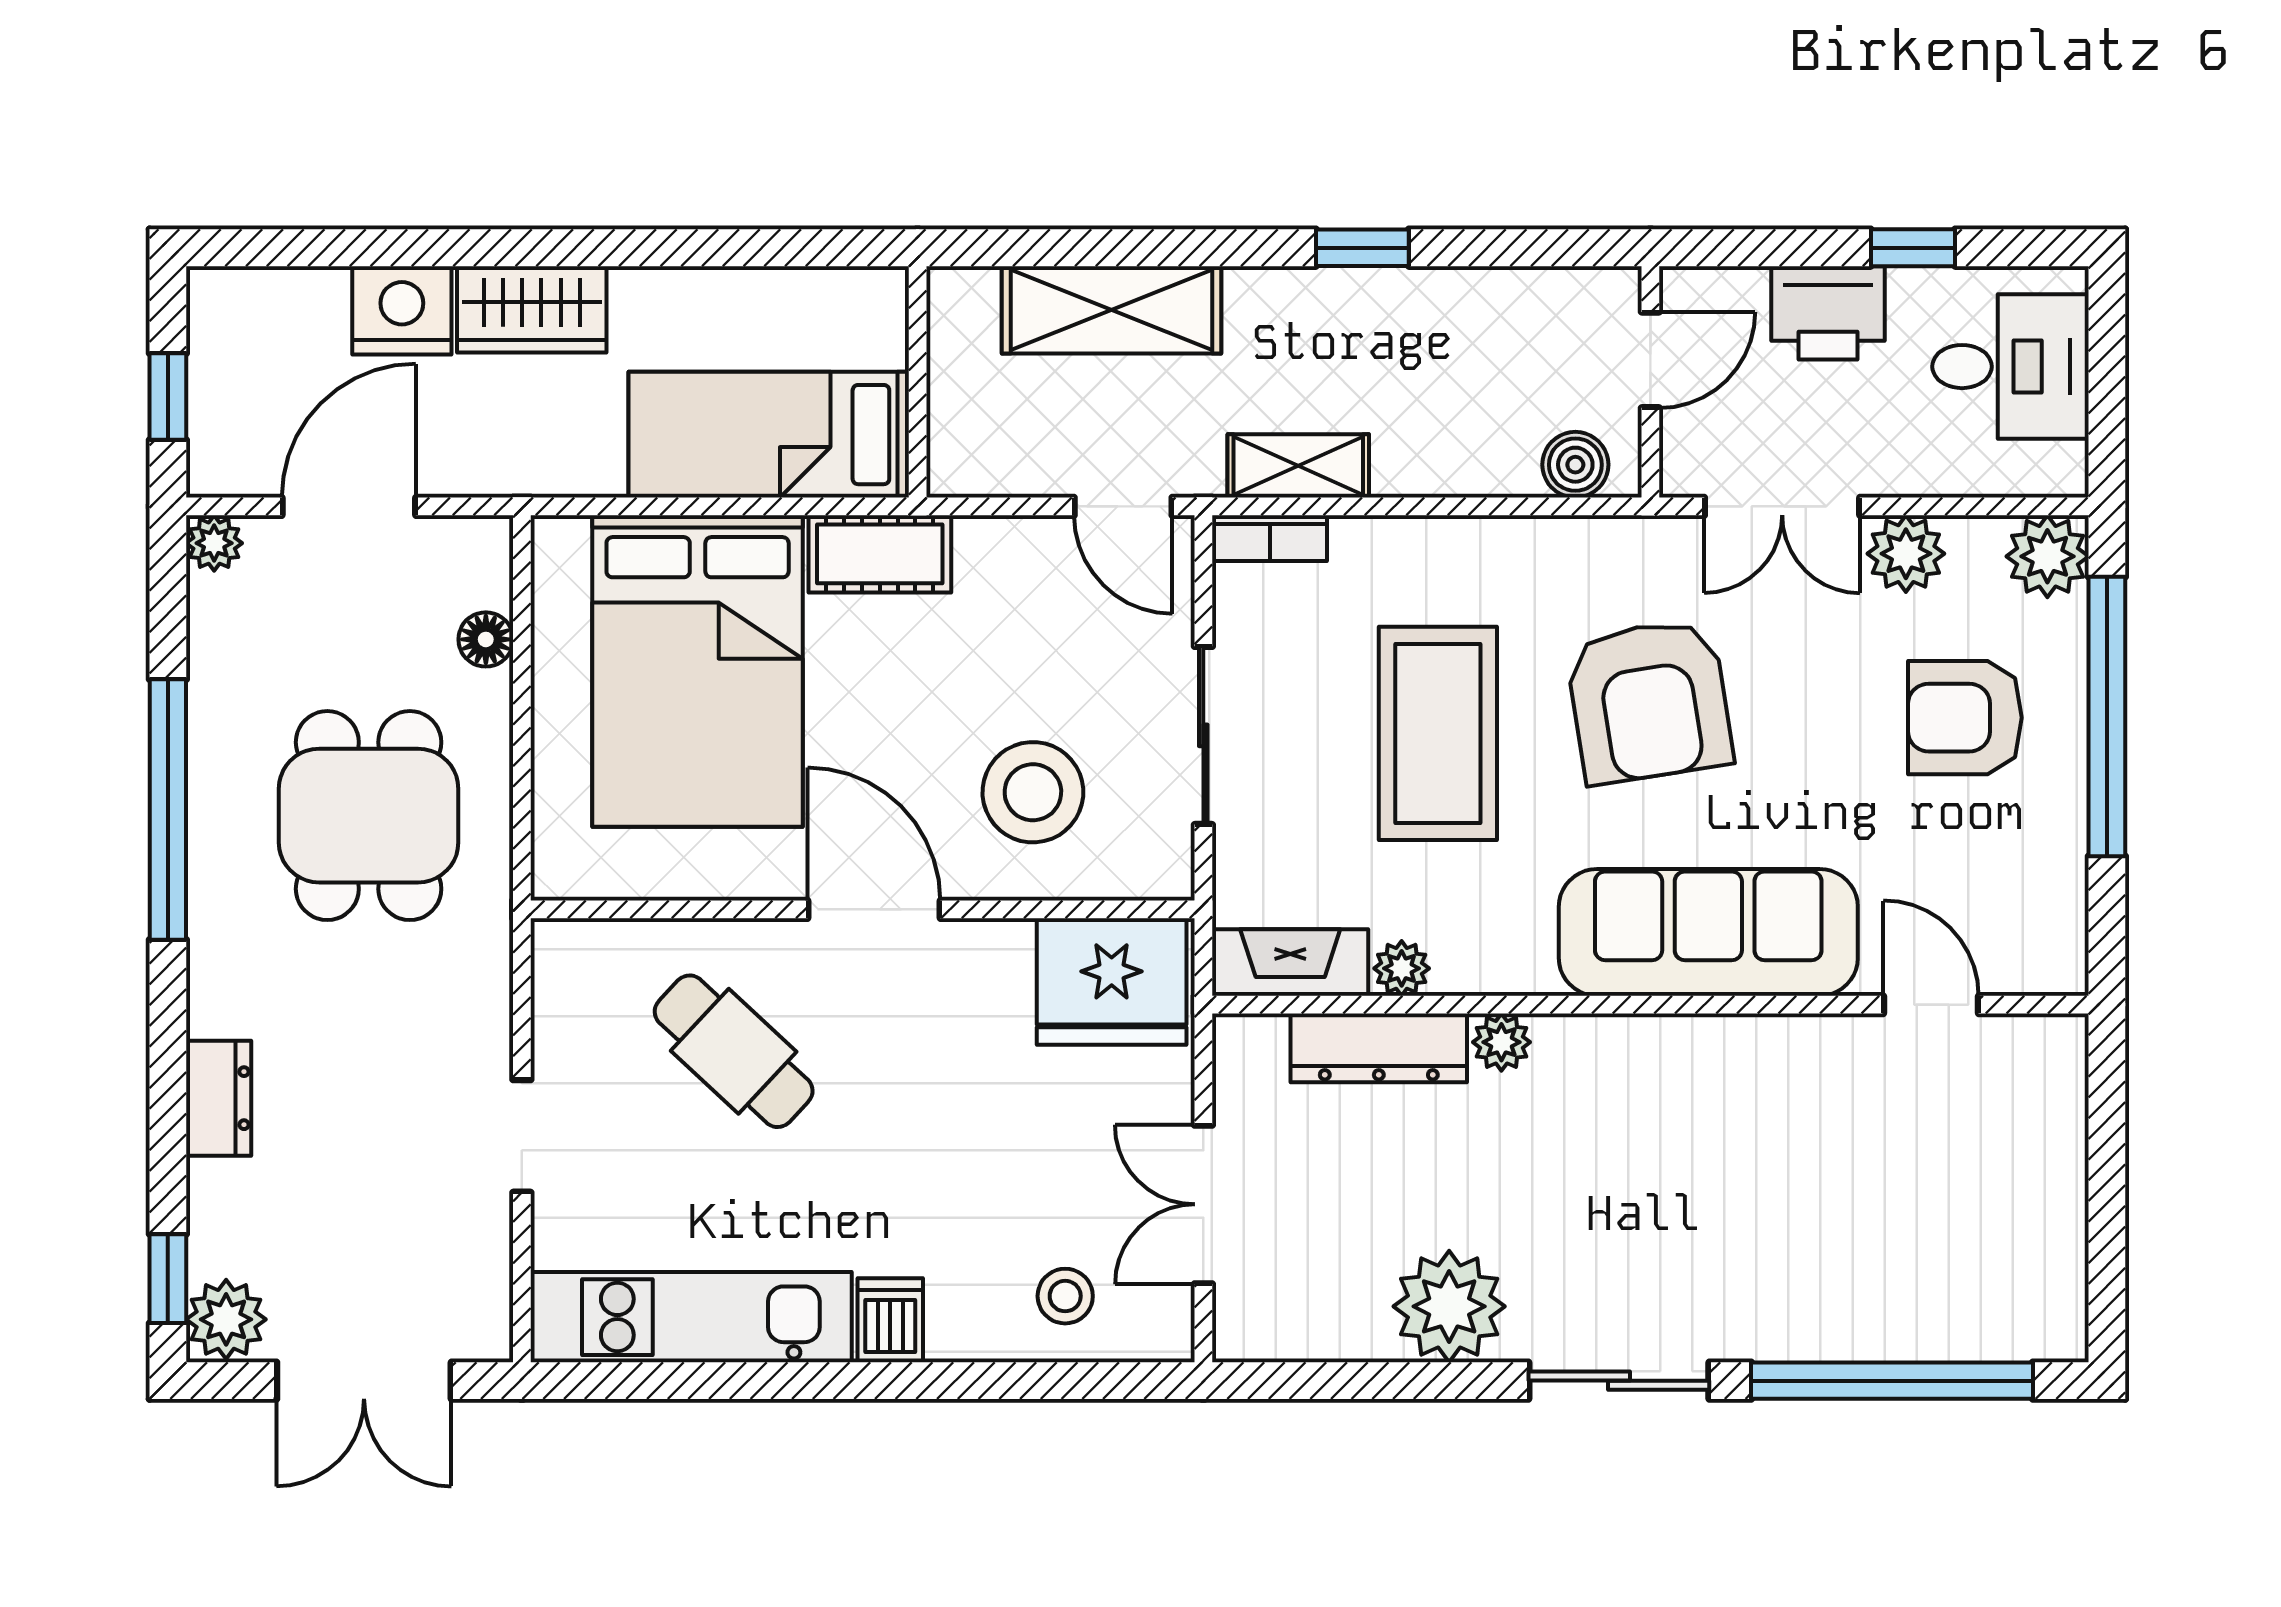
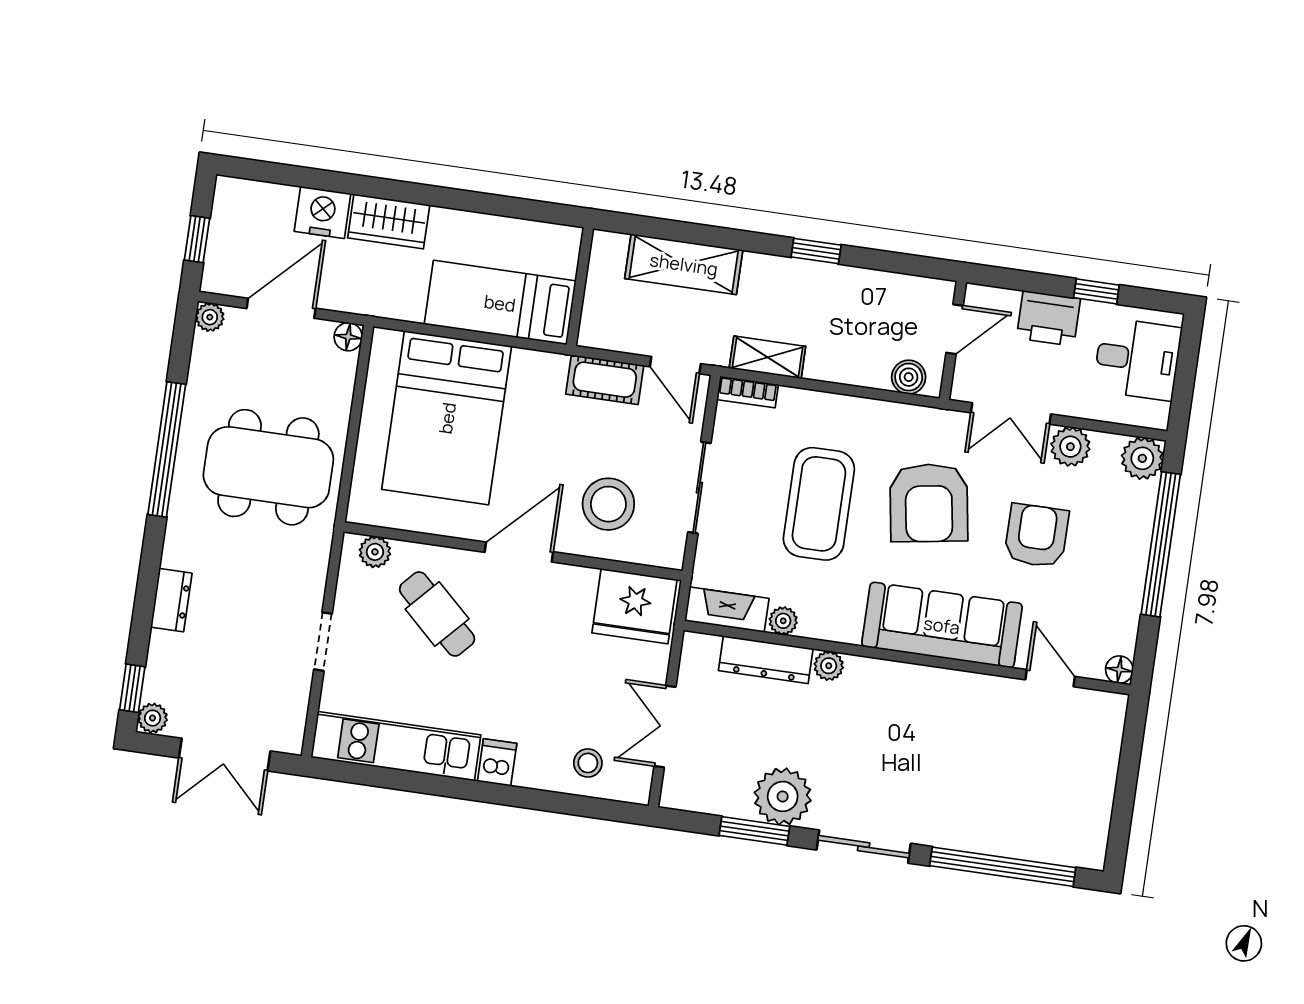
cot: (880, 554) -> (605, 380), moved
floor lamp: (486, 639) -> (348, 337), moved
armchair: (1965, 718) -> (1037, 536), moved, turned 90
dining table: (369, 816) -> (268, 467), width x1.38
door: (874, 909) -> (519, 552), hinge flipped
plant: (597, 949) -> (375, 552), added
floor lamp: (2062, 969) -> (1119, 670), added
plant: (226, 1319) -> (153, 718), width x0.73, depth x0.73
window: (1404, 1381) -> (754, 831), added

